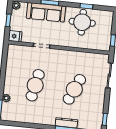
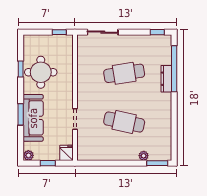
cafe table: (74, 89) -> (124, 73), turned -33

